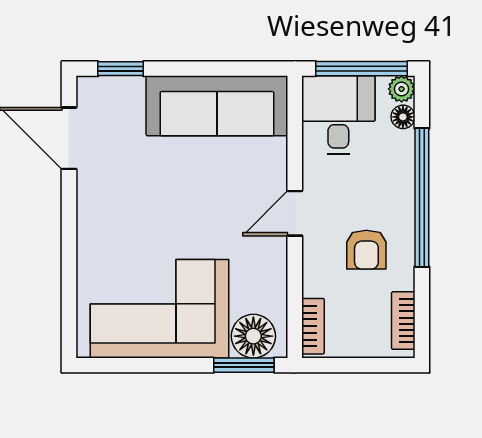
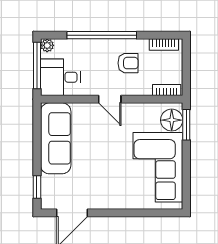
floor lamp: (403, 117) -> (61, 45), removed

